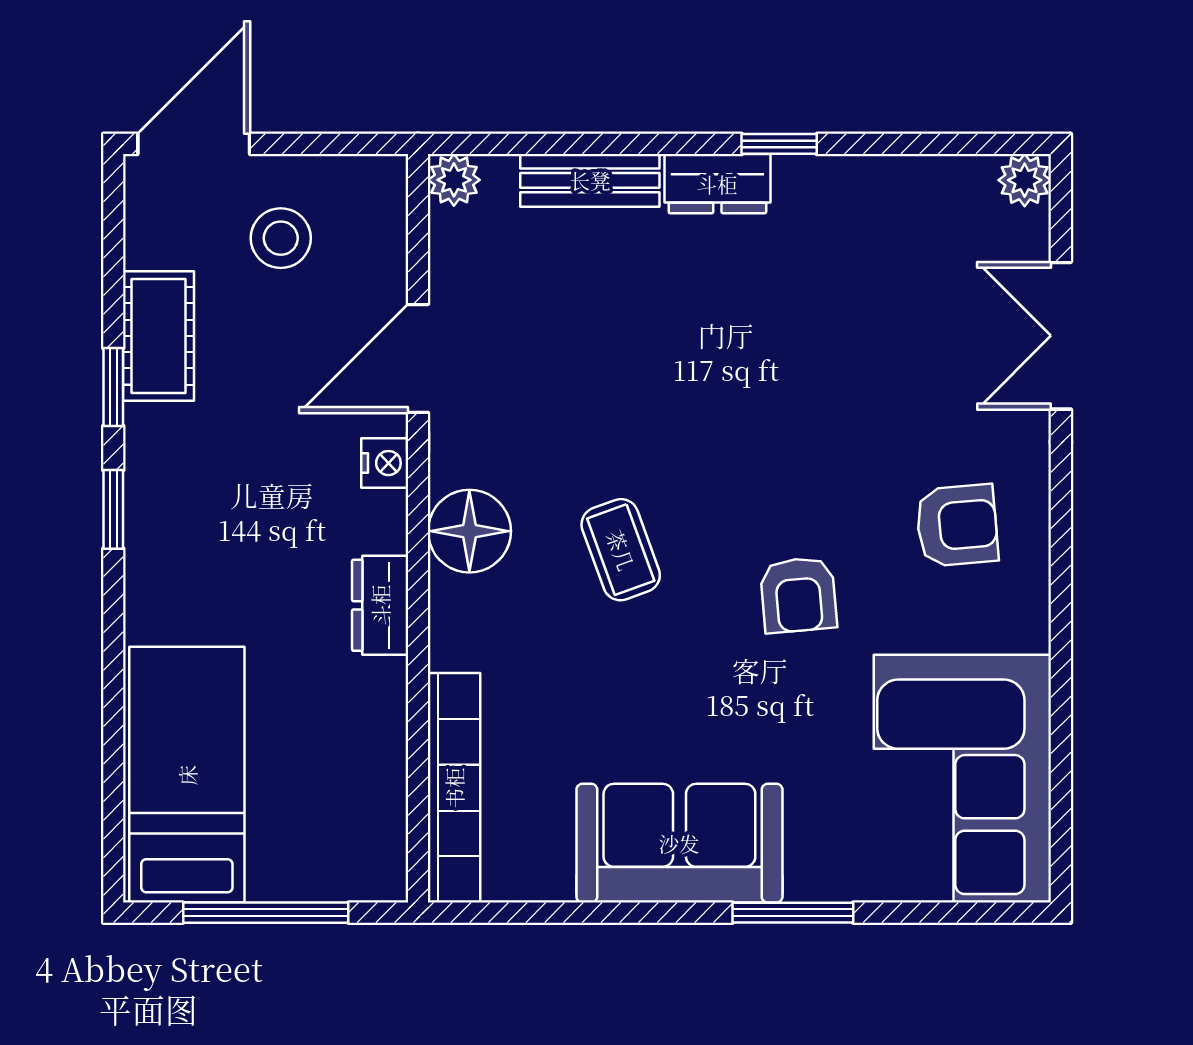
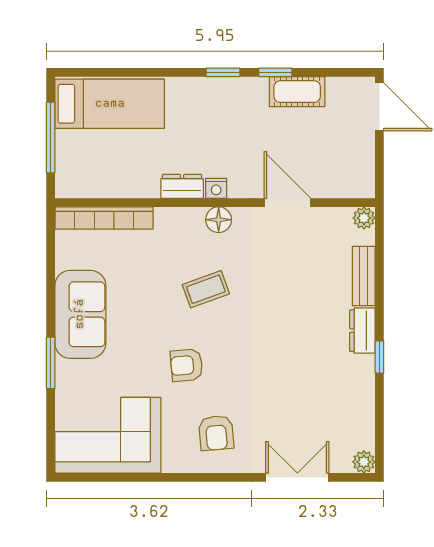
stool: (281, 238) -> (339, 144), removed
nightstand: (385, 463) -> (216, 188), moved
floor lamp: (469, 531) -> (219, 220), width x0.73, depth x0.73

